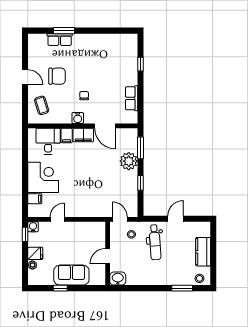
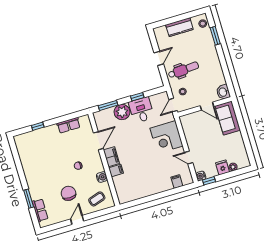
row of seats: (60, 40) -> (40, 210), moved
water cooler: (78, 118) -> (102, 177), moved
desk: (48, 141) -> (141, 110), moved, turned 90
corner desk: (43, 177) -> (167, 137), moved, turned -90
door: (176, 219) -> (159, 58), swing flipped
sofa: (71, 275) -> (228, 118), moved
window: (60, 288) -> (245, 138), removed

